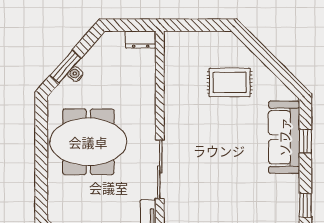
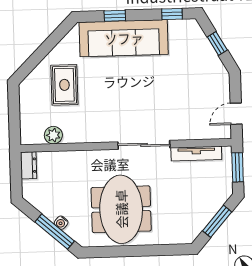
window: (66, 67) -> (55, 232), width x1.44
plant: (174, 68) -> (53, 135), added
sofa: (284, 137) -> (124, 38), width x1.36, depth x1.27

